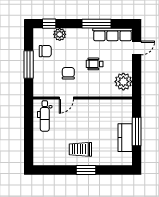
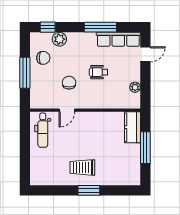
plant: (123, 82) -> (135, 87), width x0.53, depth x0.53
kitchen counter: (125, 138) -> (132, 127), moved

